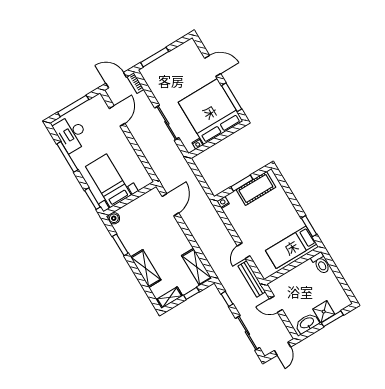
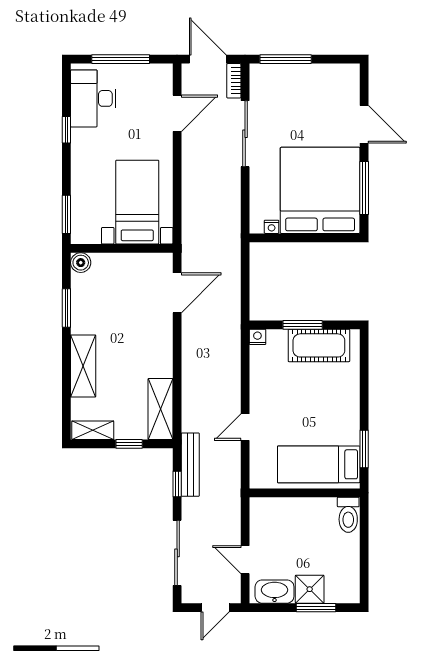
sliding door: (167, 123) -> (245, 134), moved
window: (67, 157) -> (66, 130), width x0.46
bed with nightstands: (108, 181) -> (137, 202), moved
bench: (252, 279) -> (190, 465), moved
door: (276, 304) -> (245, 560), moved

